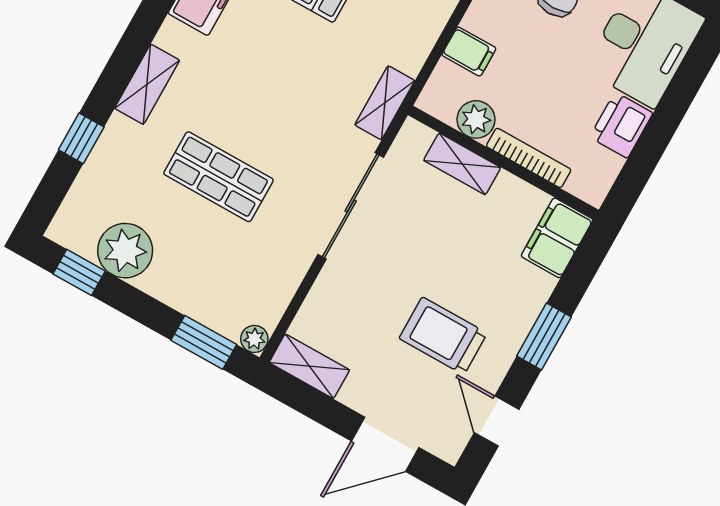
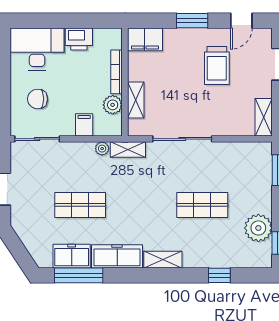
shelving: (147, 84) -> (163, 260), moved
shop shelf: (218, 177) -> (202, 205), turned 90
plant: (254, 339) -> (102, 149), moved

